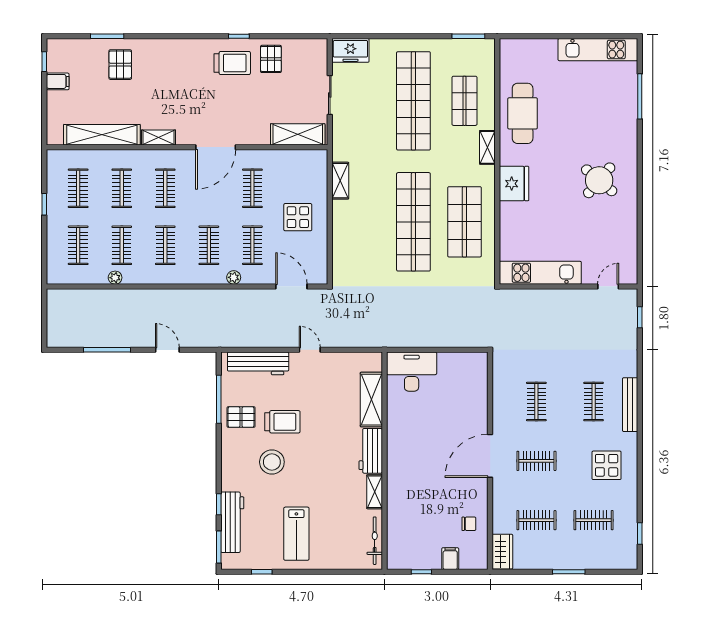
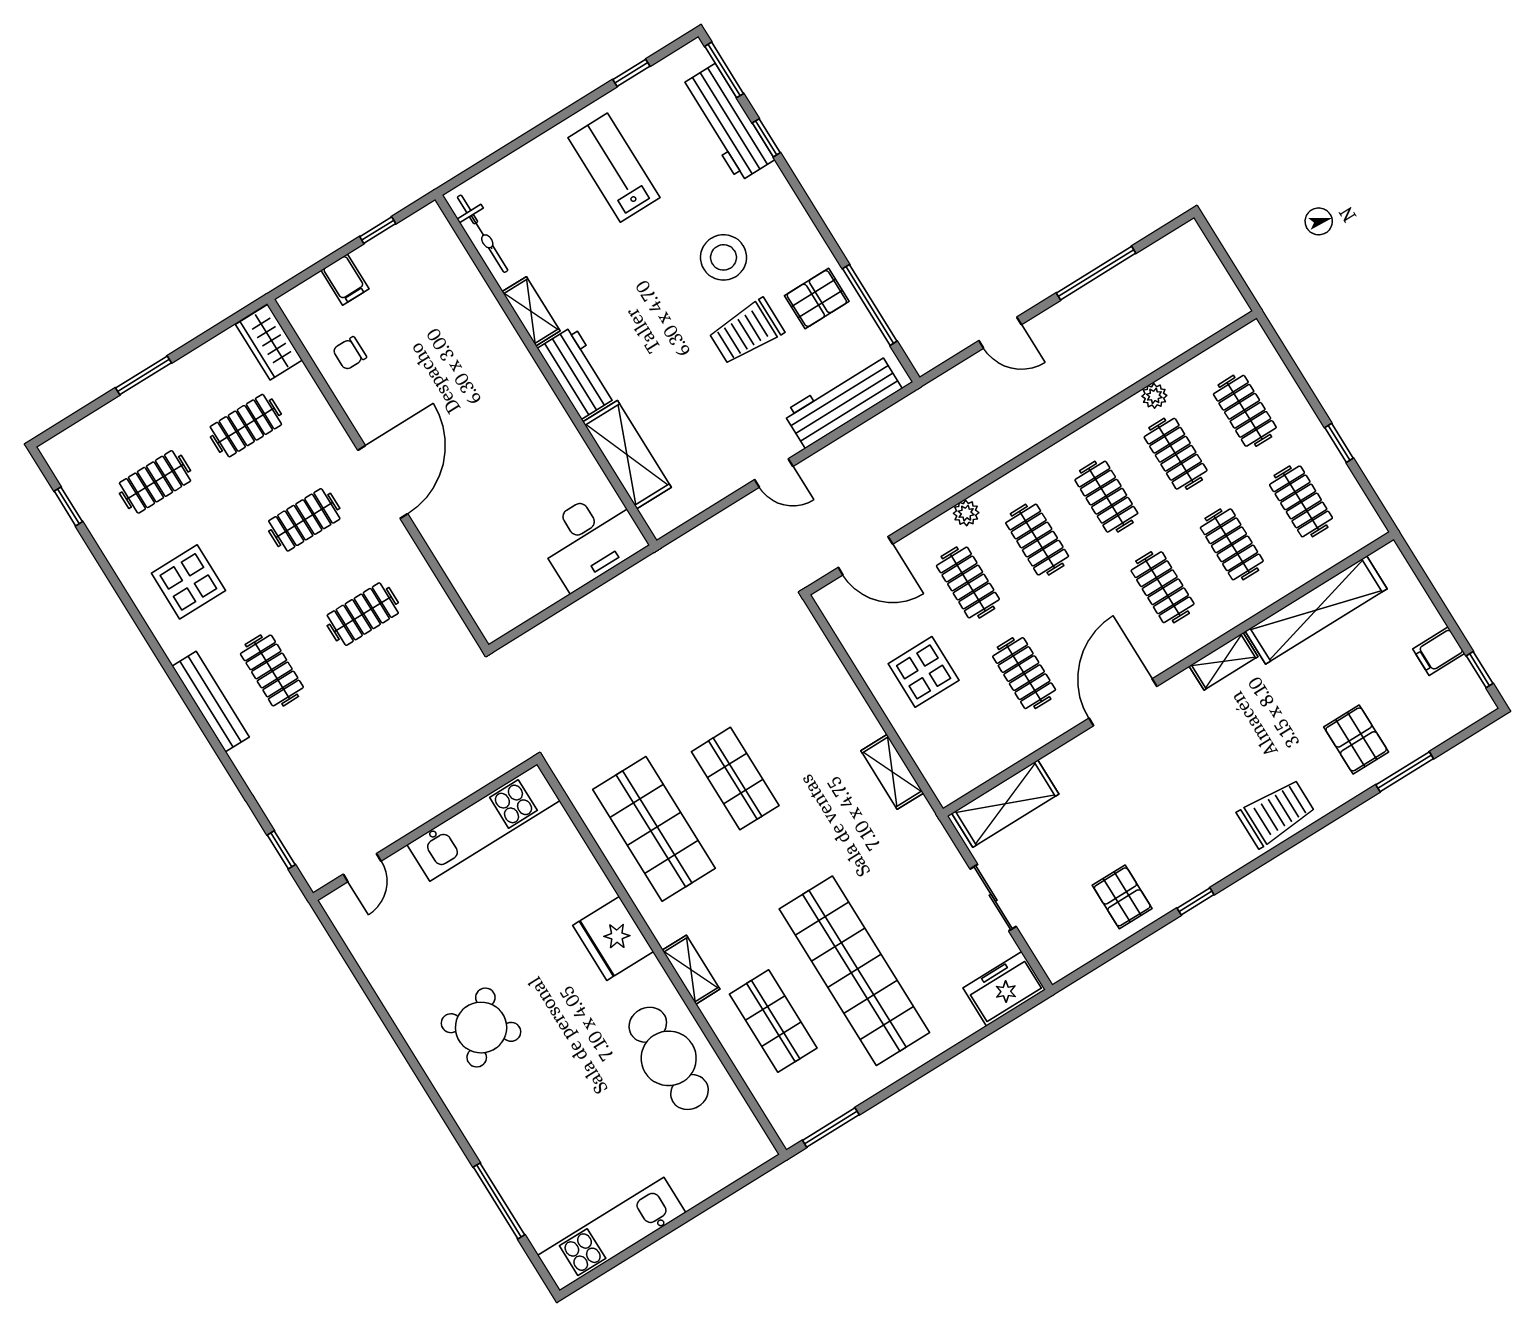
trolley: (232, 63) -> (1276, 813), moved, turned 180
shop shelf: (413, 222) -> (735, 779), width x0.50, depth x0.74
clothes rail: (536, 402) -> (363, 614), turned 90

